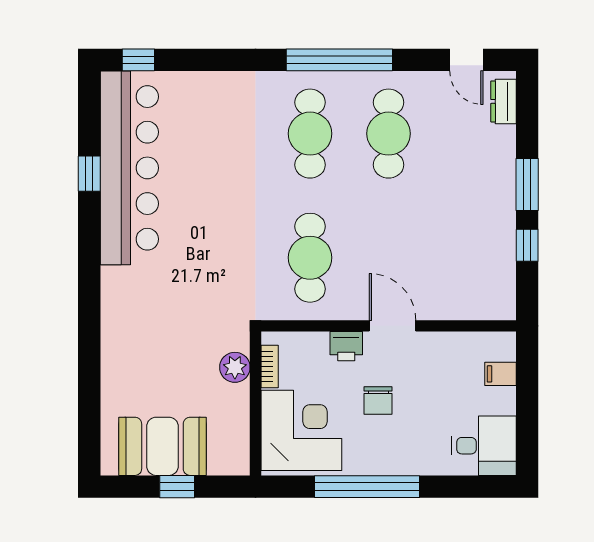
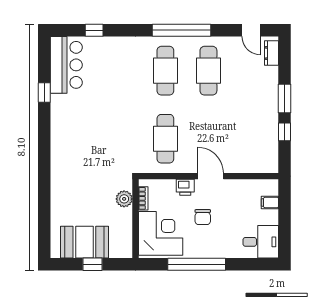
window: (138, 60) -> (94, 30), moved
bar counter: (129, 168) -> (66, 65), width x0.54

